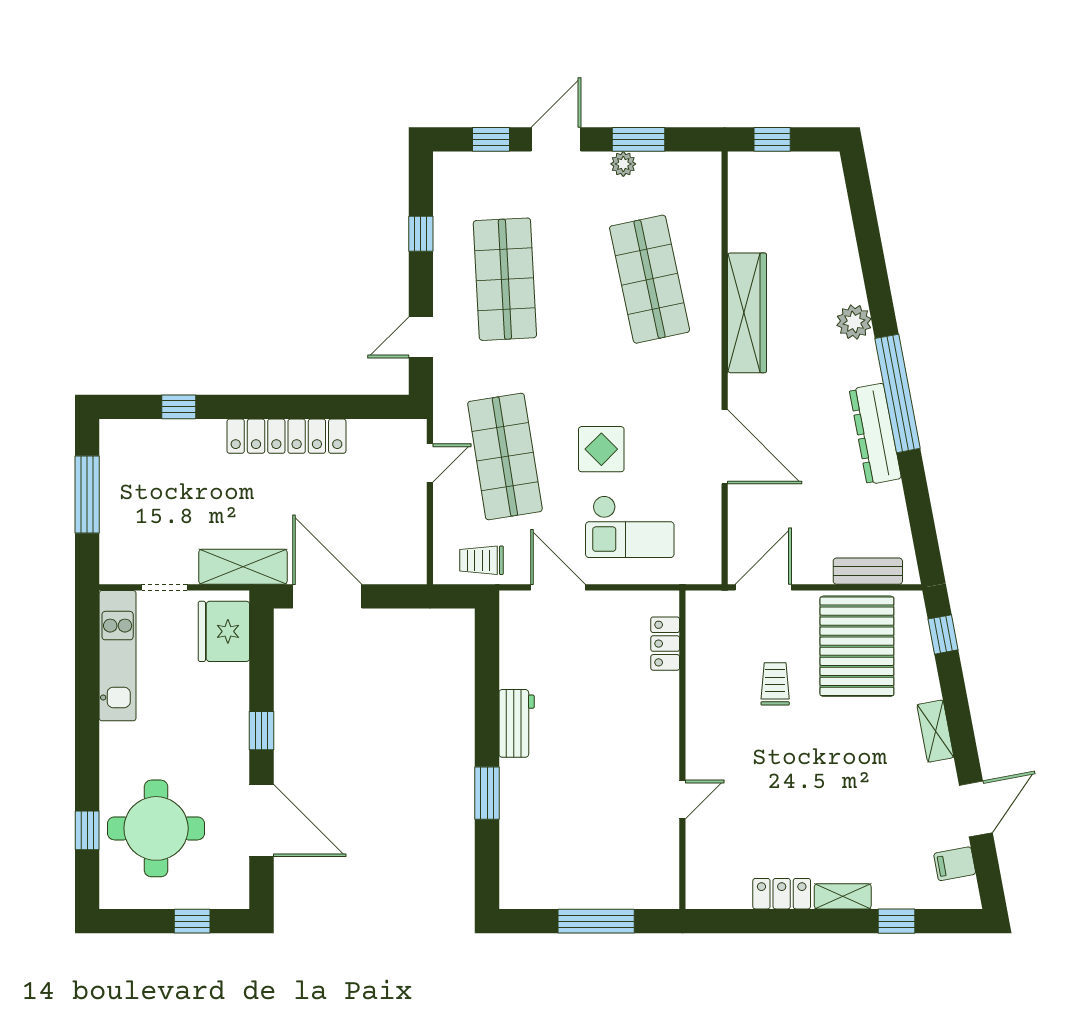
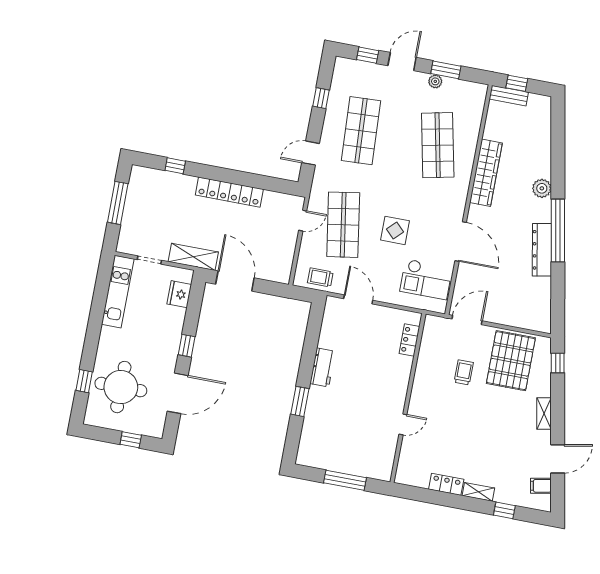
checkout: (630, 527) -> (426, 279), moved
bench: (868, 571) -> (509, 96), moved
fridge: (224, 631) -> (179, 294), width x0.73, depth x0.75
door: (262, 820) -> (178, 393), hinge flipped

